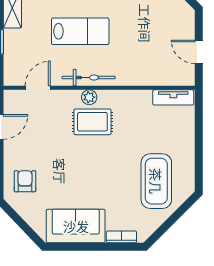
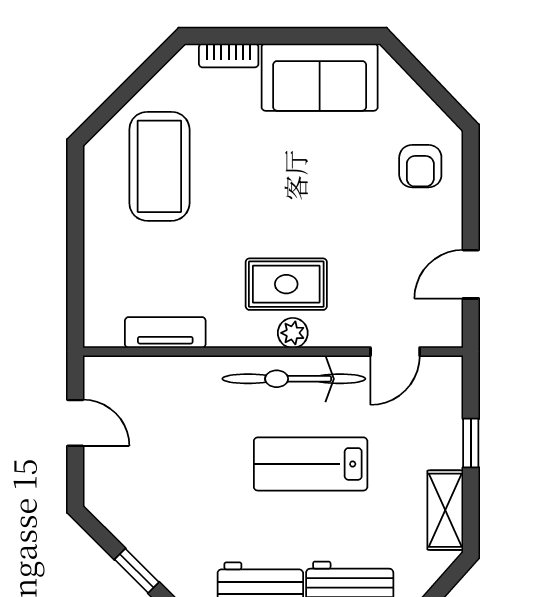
bicycle: (89, 78) -> (294, 379), width x1.37, depth x1.40
tv unit: (173, 97) -> (165, 332), moved

